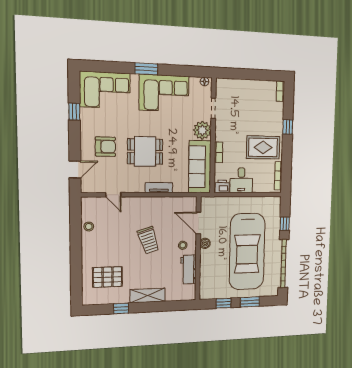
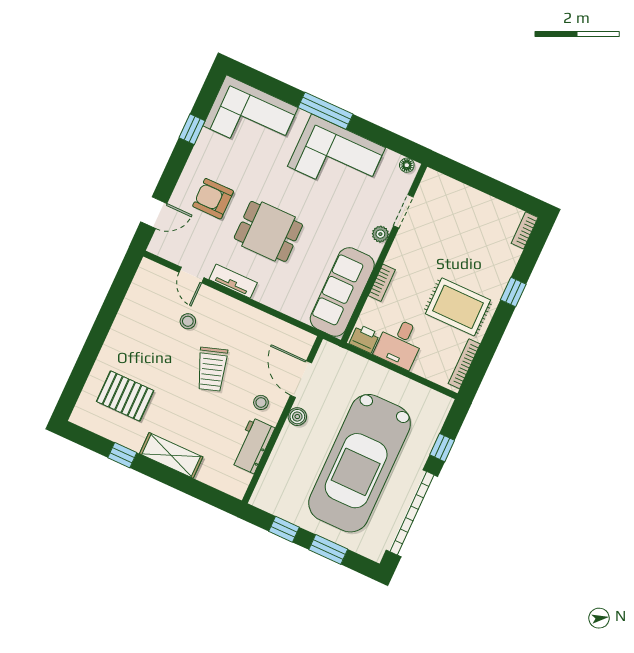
window: (146, 69) -> (326, 111), width x1.44
plant: (202, 130) -> (380, 234), width x0.53, depth x0.53
armchair: (105, 147) -> (213, 199), turned 180
tv unit: (159, 188) -> (233, 281), moved
stool: (89, 227) -> (188, 321), moved

